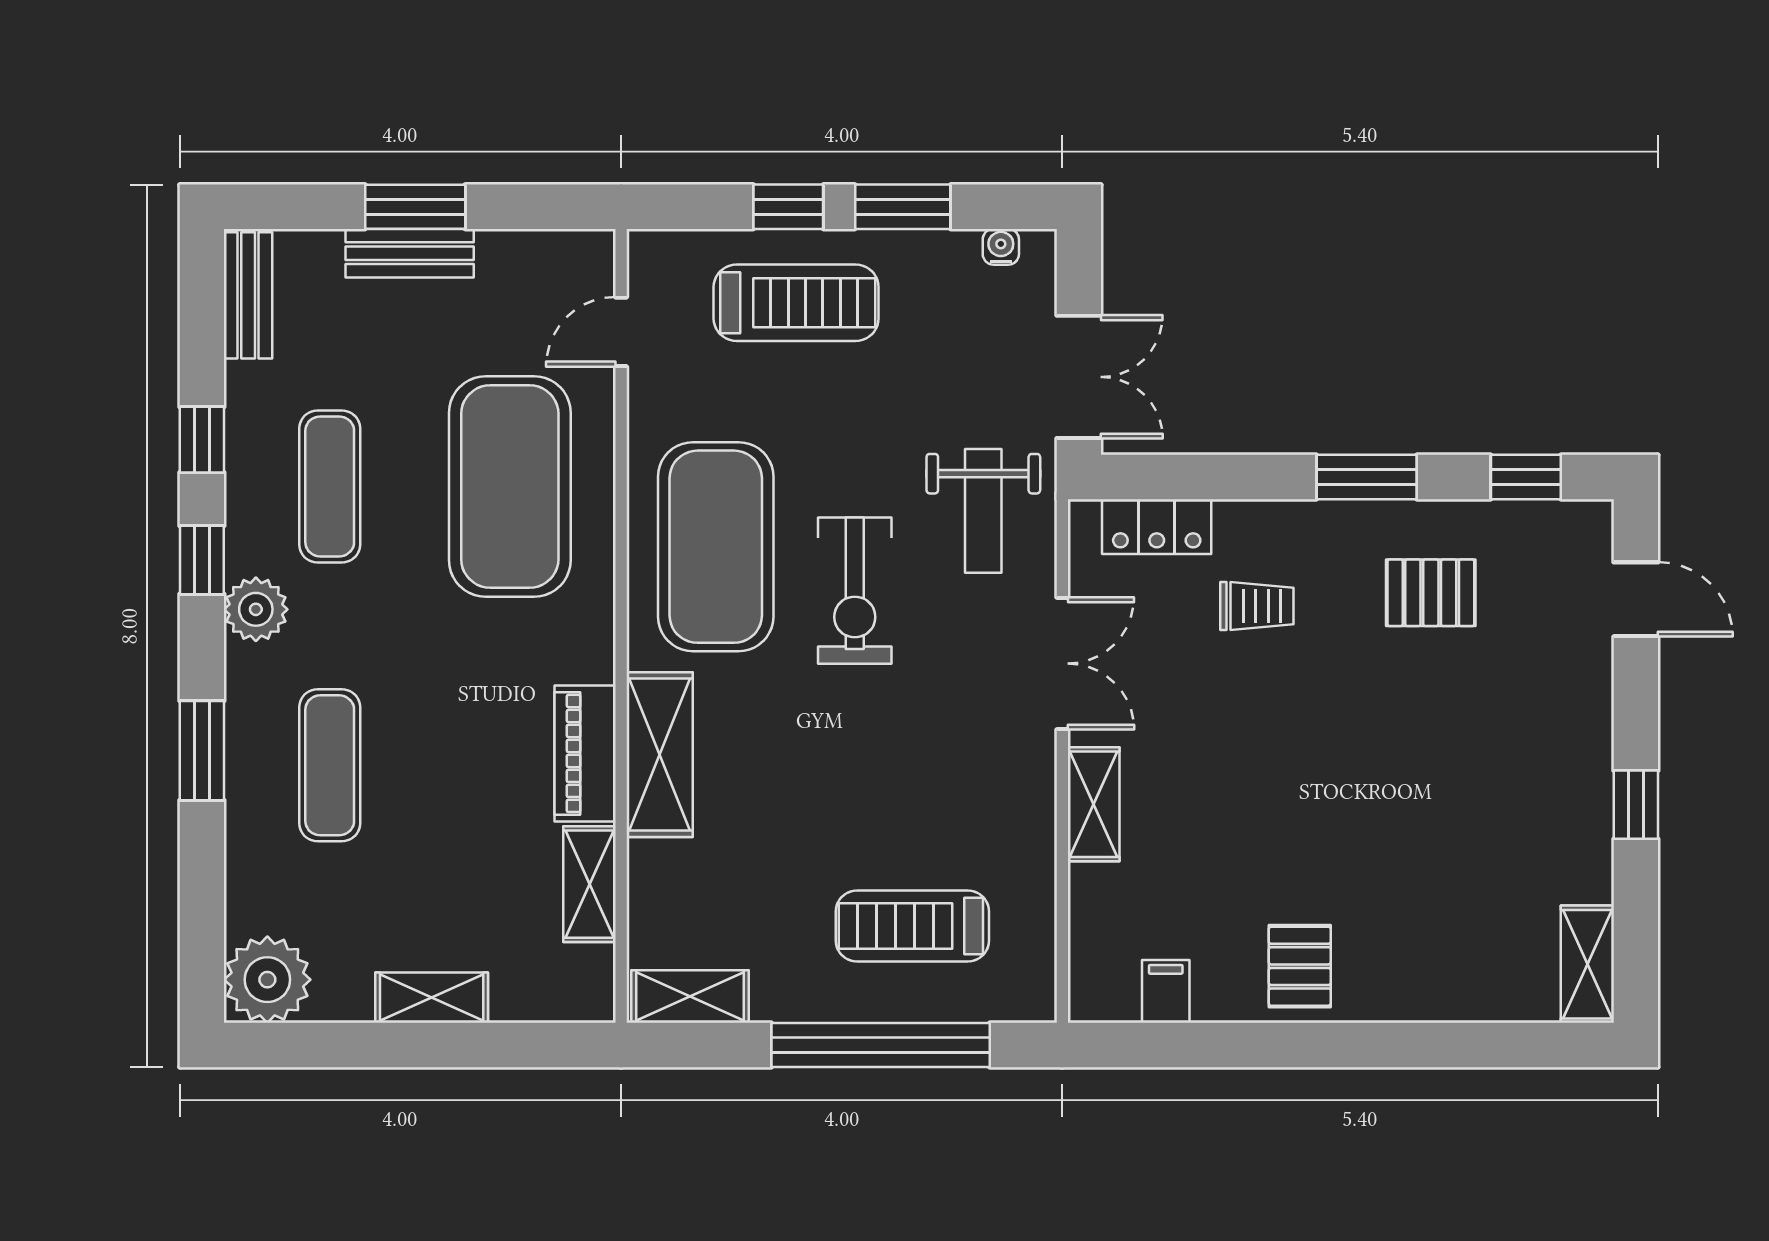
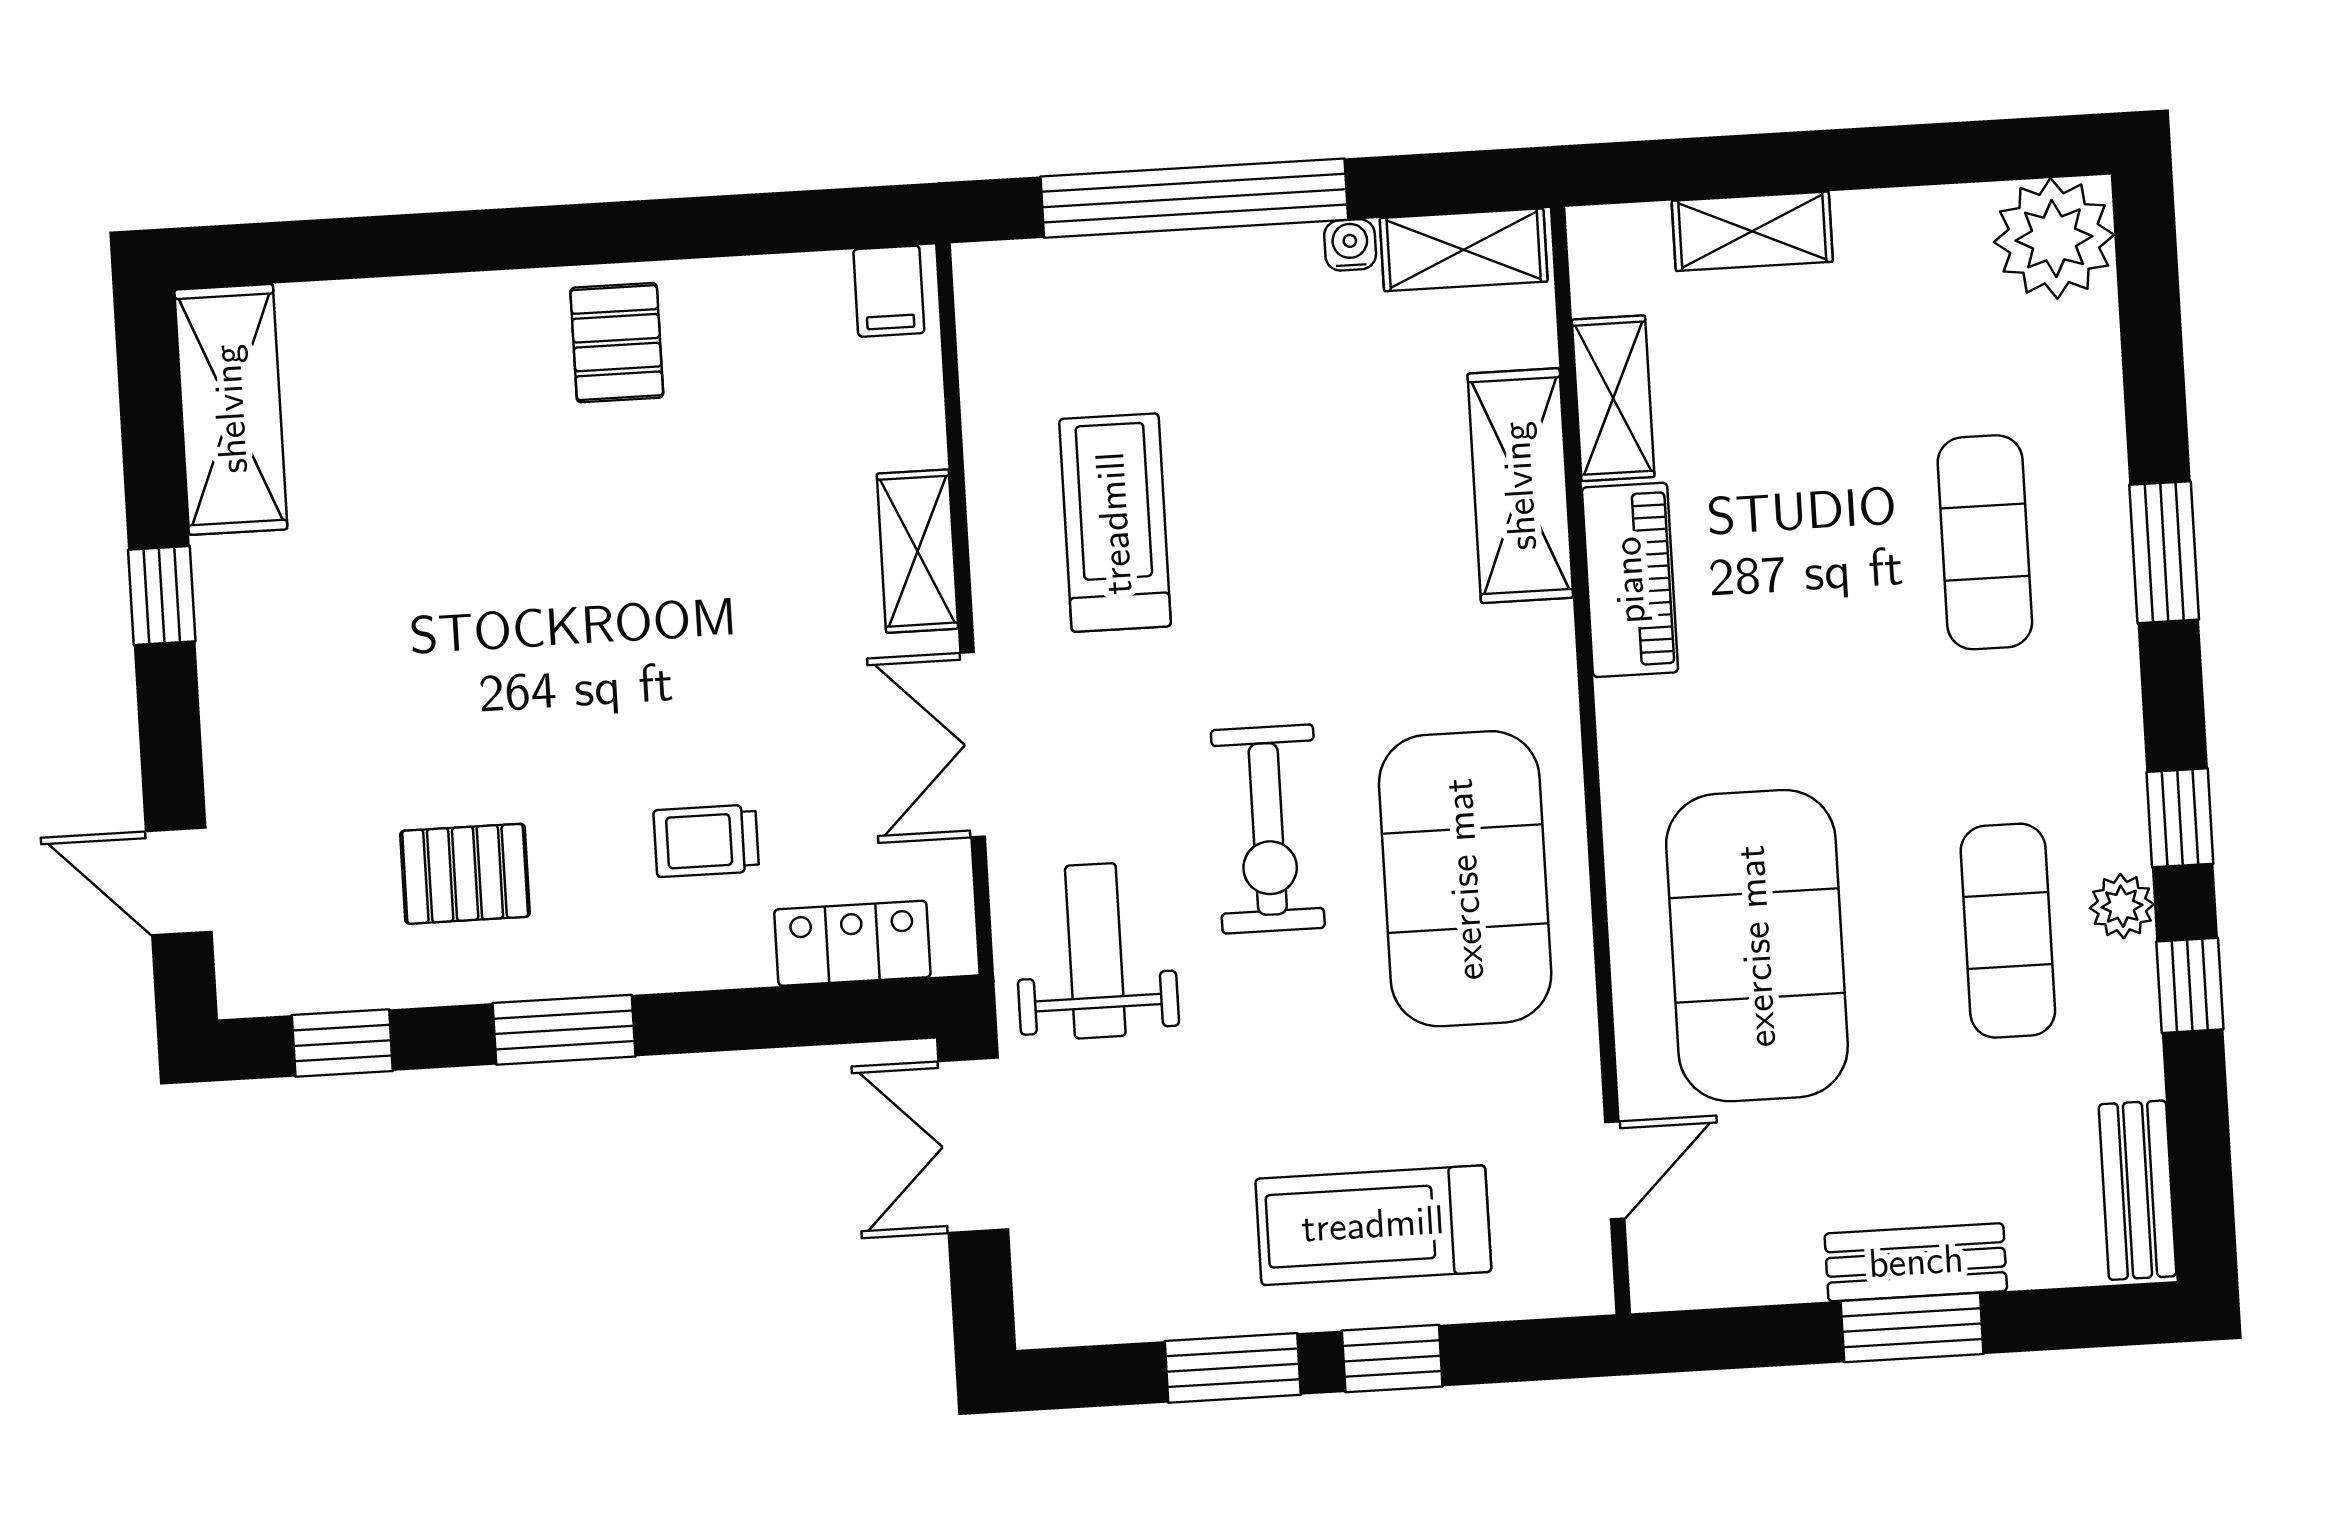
water cooler: (1001, 247) -> (1350, 245), moved, turned 180
exercise bike: (855, 591) -> (1268, 829), turned 180
plant: (256, 609) -> (2122, 906), moved, width x0.73, depth x0.73
shelving: (660, 755) -> (1520, 486), moved
treadmill: (912, 926) -> (1115, 523), moved, turned -90
shelving: (1587, 964) -> (231, 409), width x1.50, depth x1.33
filing cabinet: (1166, 991) -> (889, 291), moved
shelving: (432, 998) -> (1752, 231), moved

